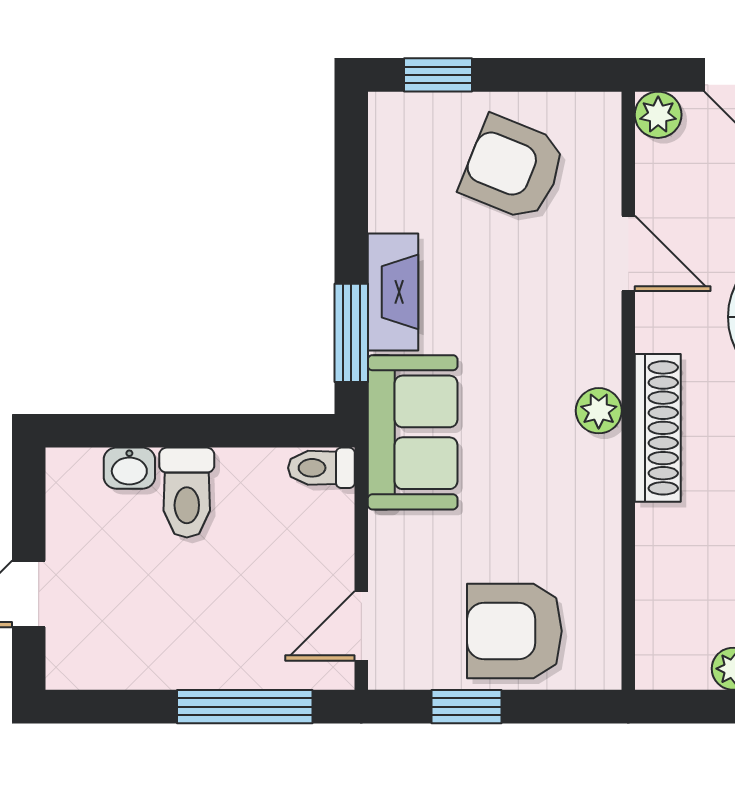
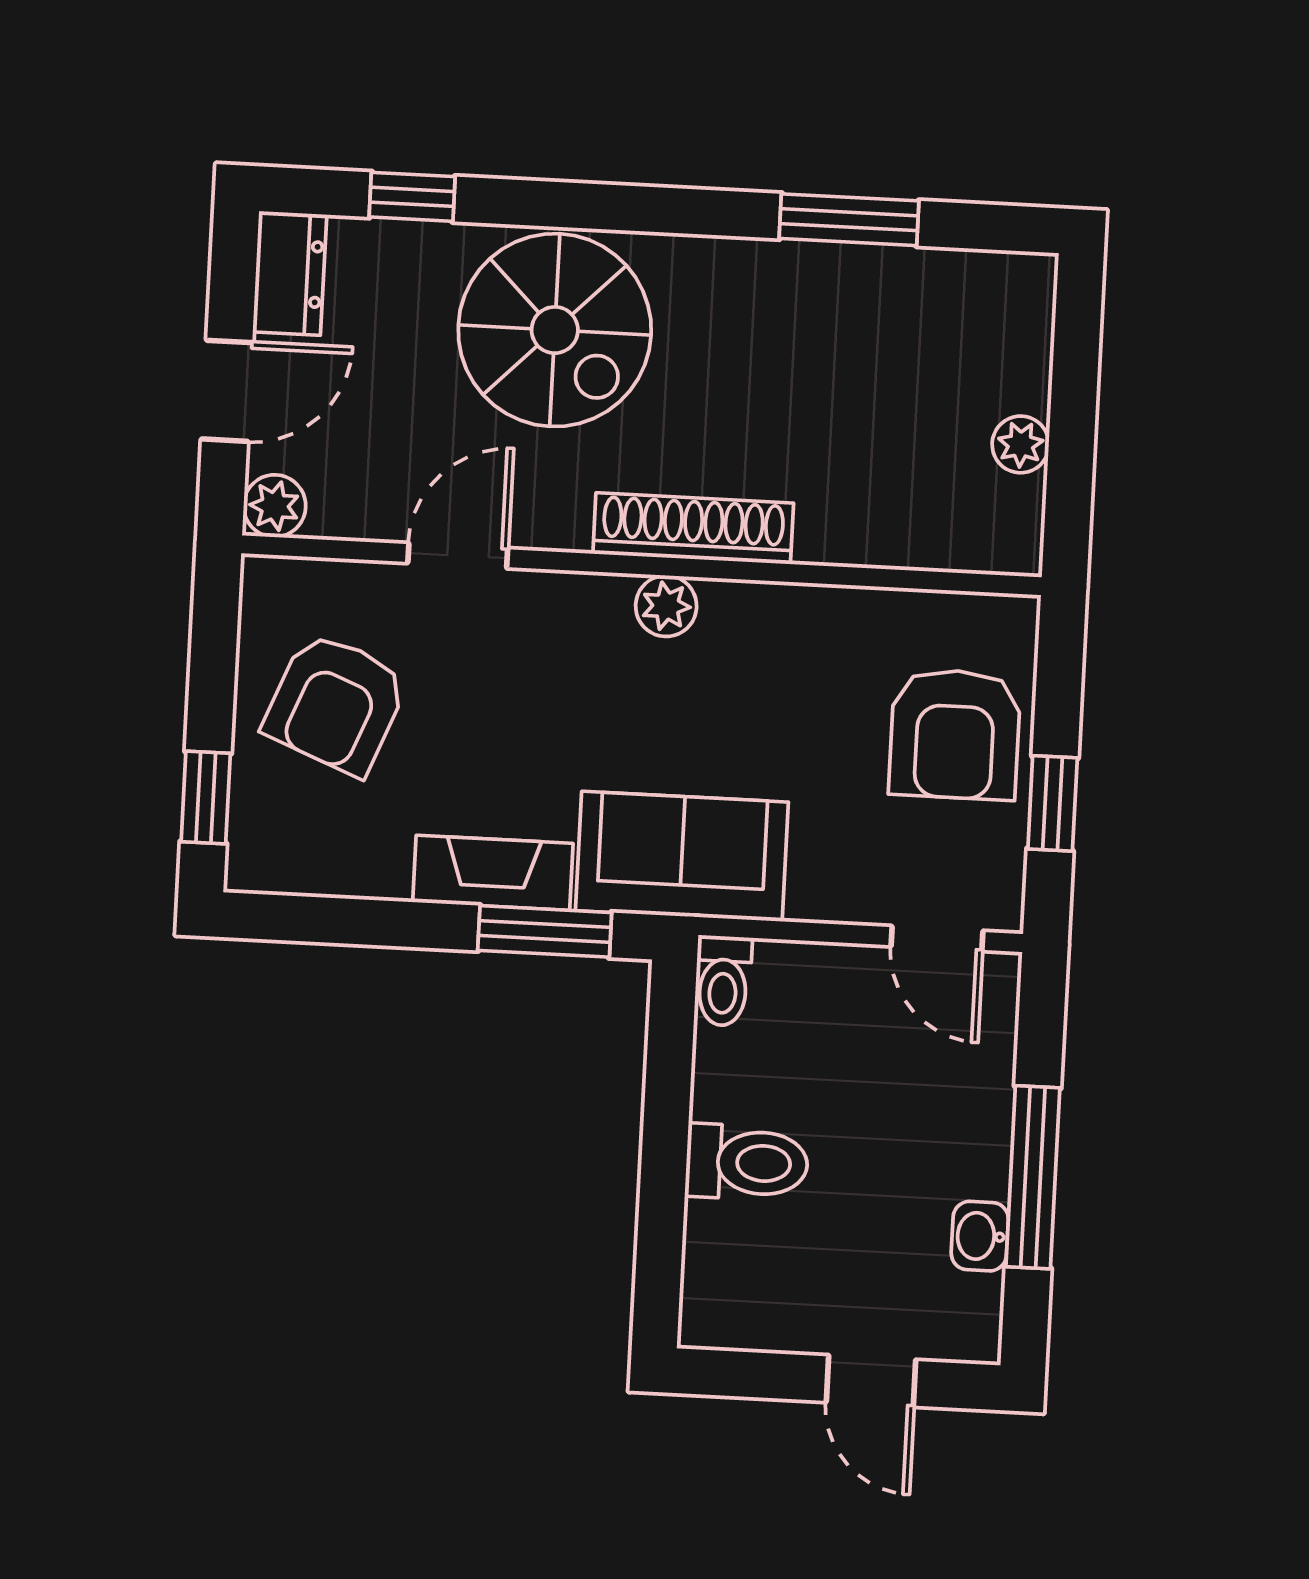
washbasin: (129, 468) -> (980, 1236), moved, turned 180
window: (245, 707) -> (1033, 1177), moved

